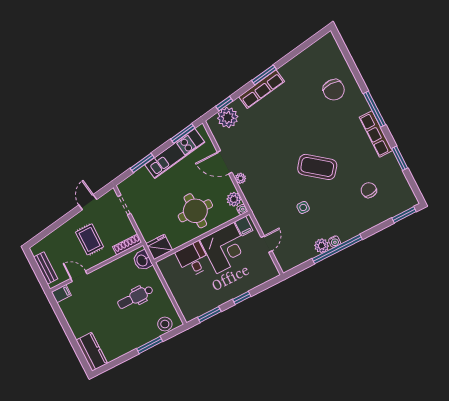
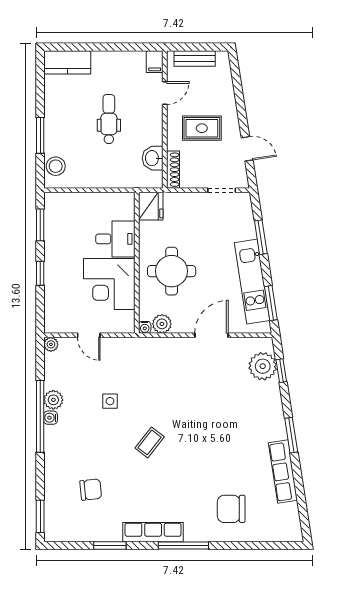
row of seats: (262, 89) -> (283, 472), moved
coffee table: (317, 167) -> (150, 442), width x0.54, depth x0.58
plant: (240, 178) -> (51, 344), moved
filing cabinet: (244, 226) -> (124, 319), removed
washbasin: (142, 260) -> (153, 158), moved, turned -90
dental chair: (135, 297) -> (109, 119), moved

